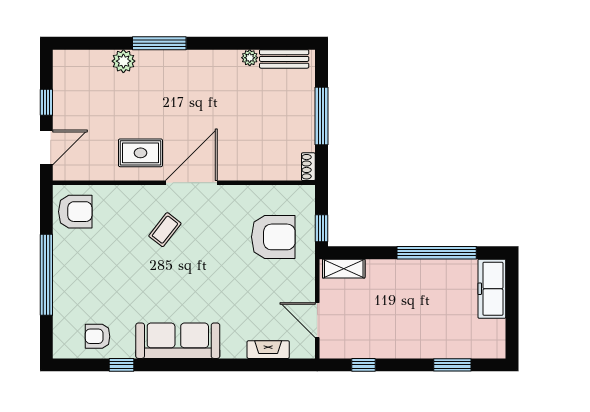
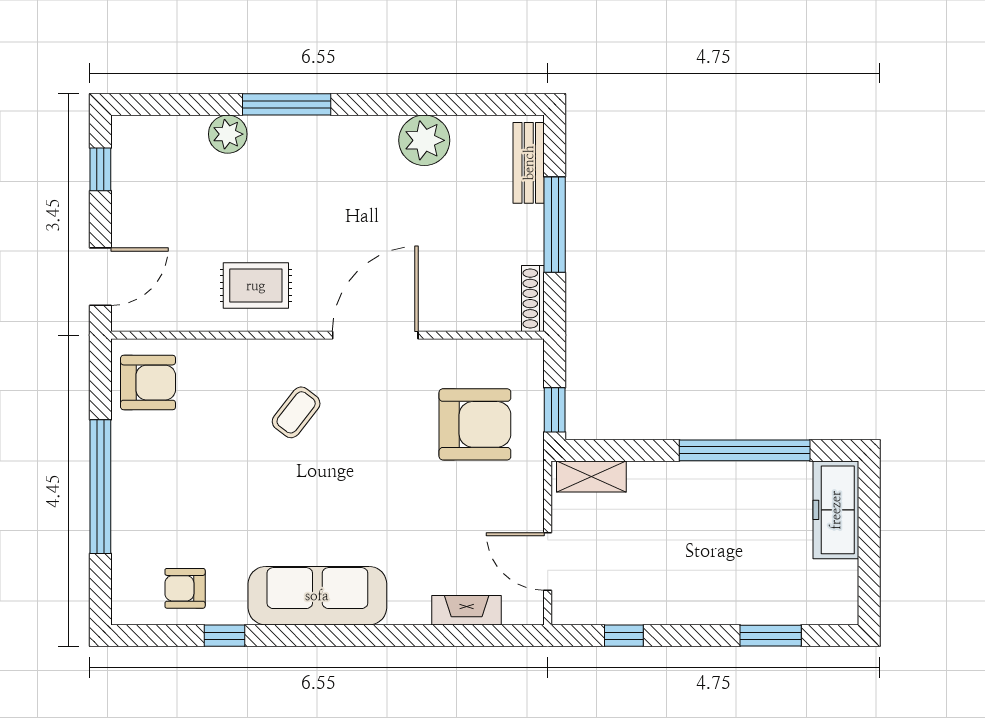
plant: (250, 58) -> (424, 140), width x1.87, depth x1.87
bench: (284, 59) -> (529, 163), moved, turned 90
window: (46, 102) -> (100, 169), moved
shoe rack: (308, 167) -> (533, 299), width x1.43
door: (191, 183) -> (375, 335), moved

